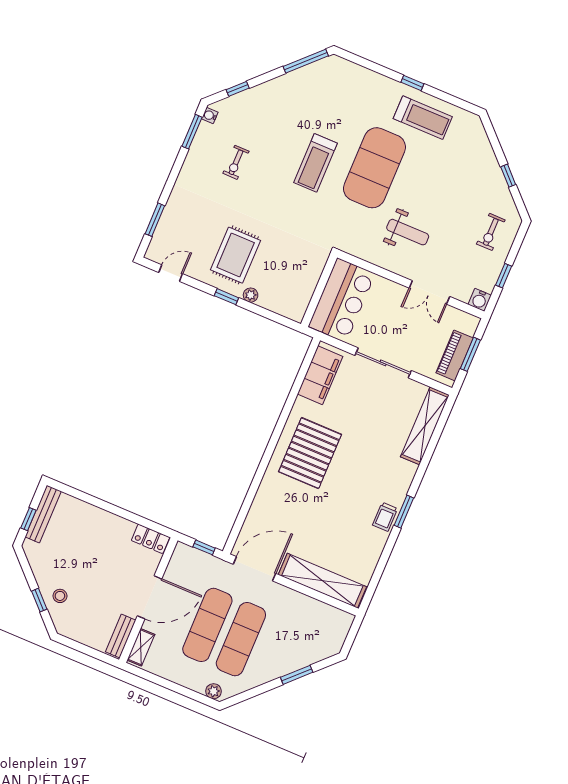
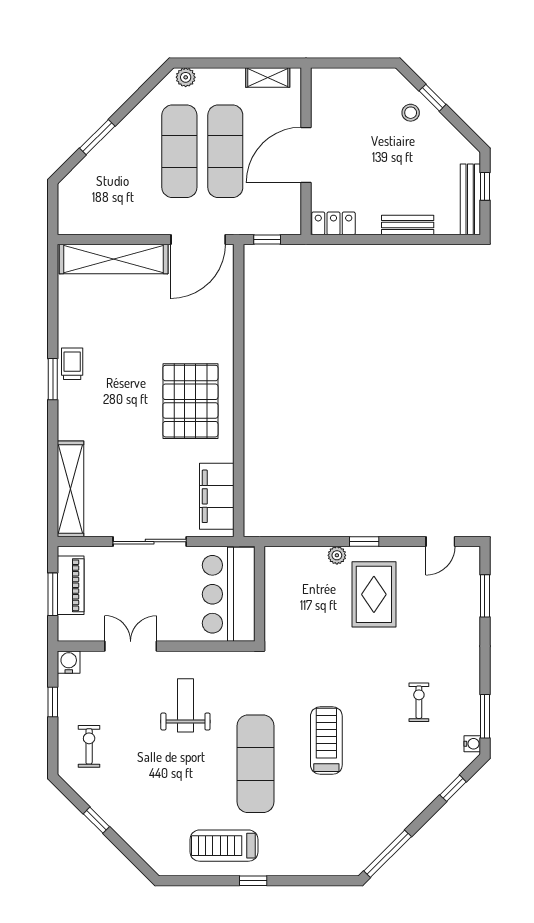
exercise mat: (374, 168) -> (255, 764), width x0.68
weight bench: (408, 232) -> (185, 705), turned 90
bench: (121, 636) -> (408, 225), moved, turned 90
shelving: (141, 647) -> (268, 77), moved, turned 90

